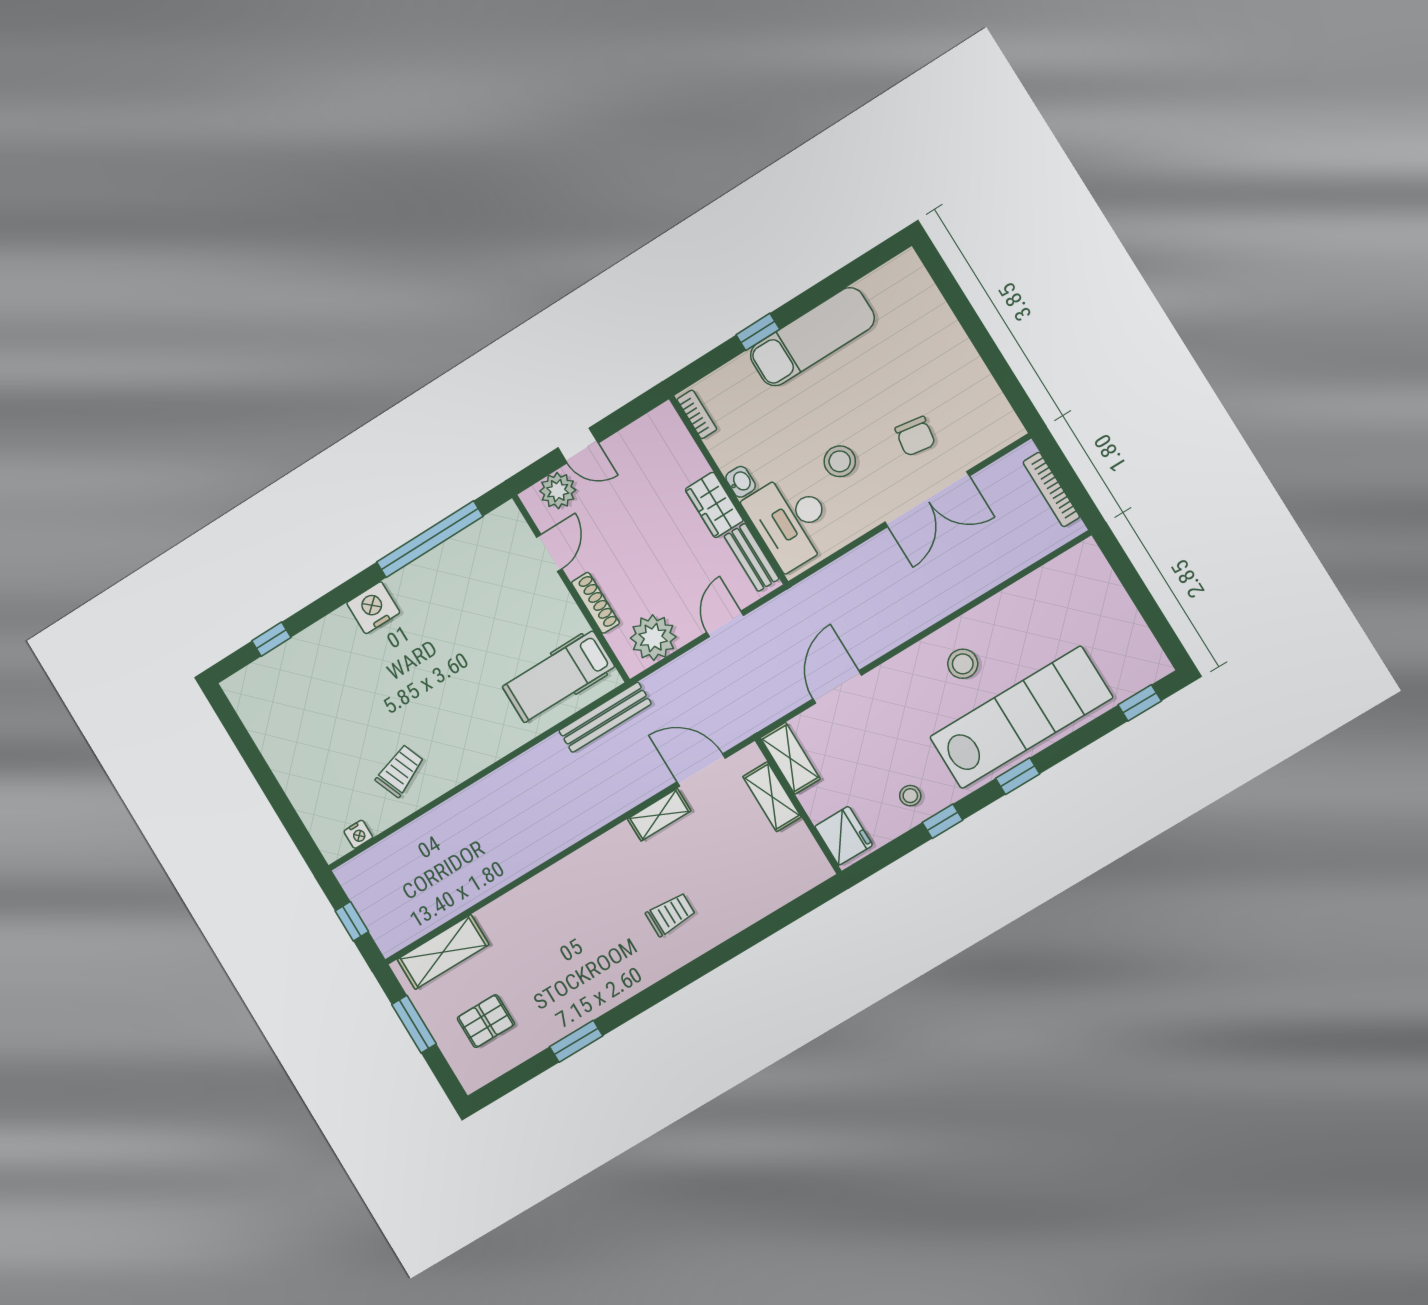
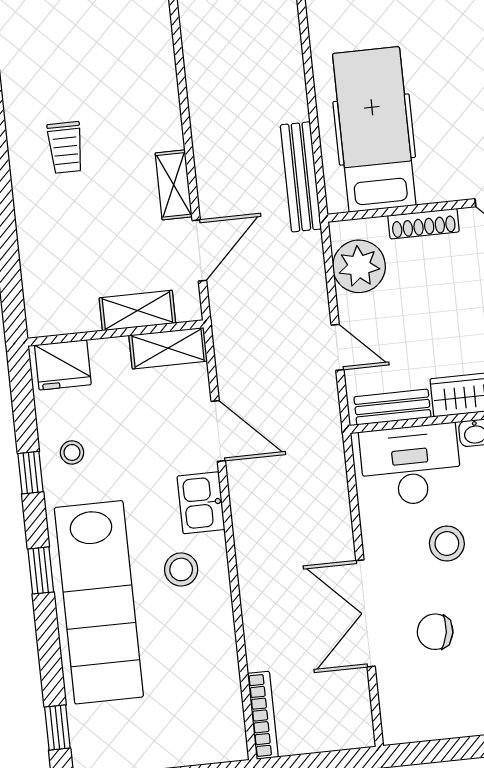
bookcase: (1051, 489) -> (263, 715), moved, turned 90
kitchen sink: (901, 673) -> (201, 503), added
hospital bed: (558, 677) -> (374, 129), width x1.37, depth x1.29

